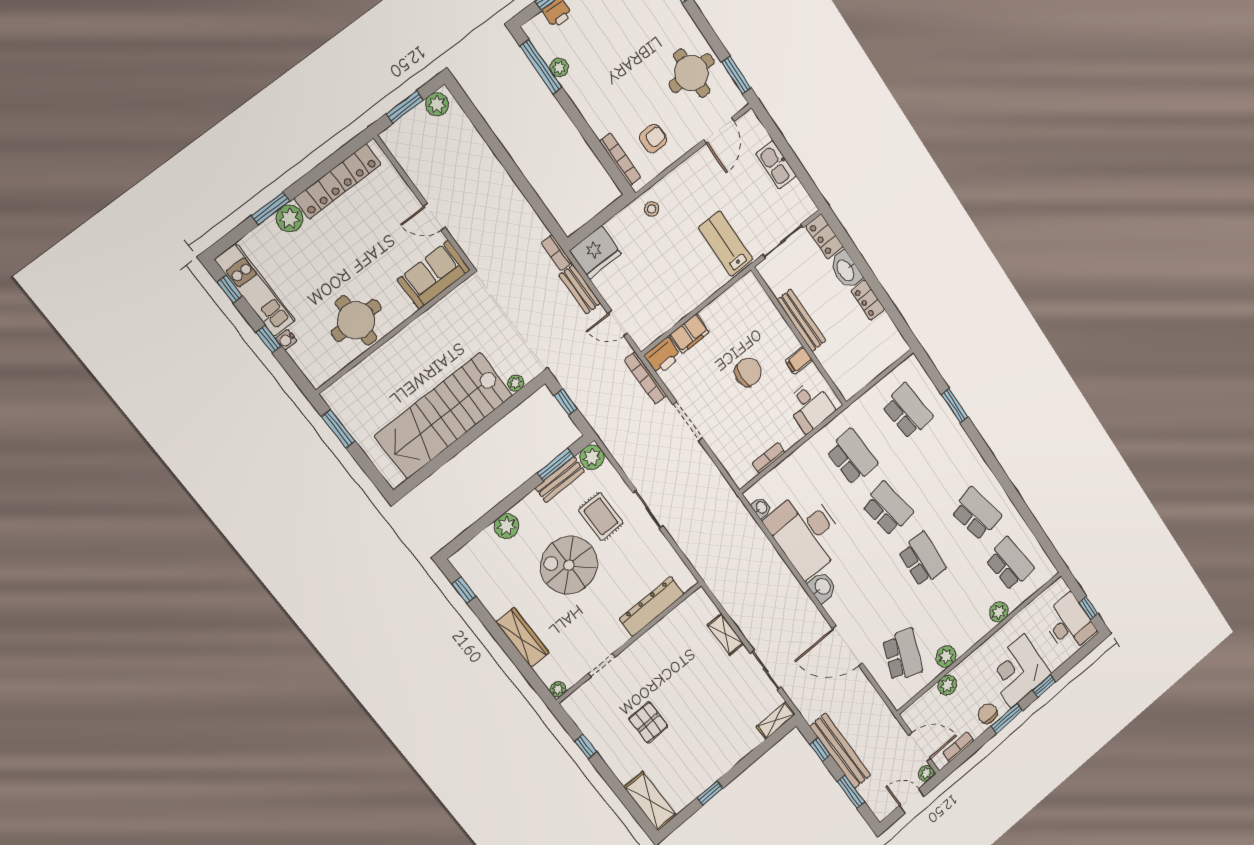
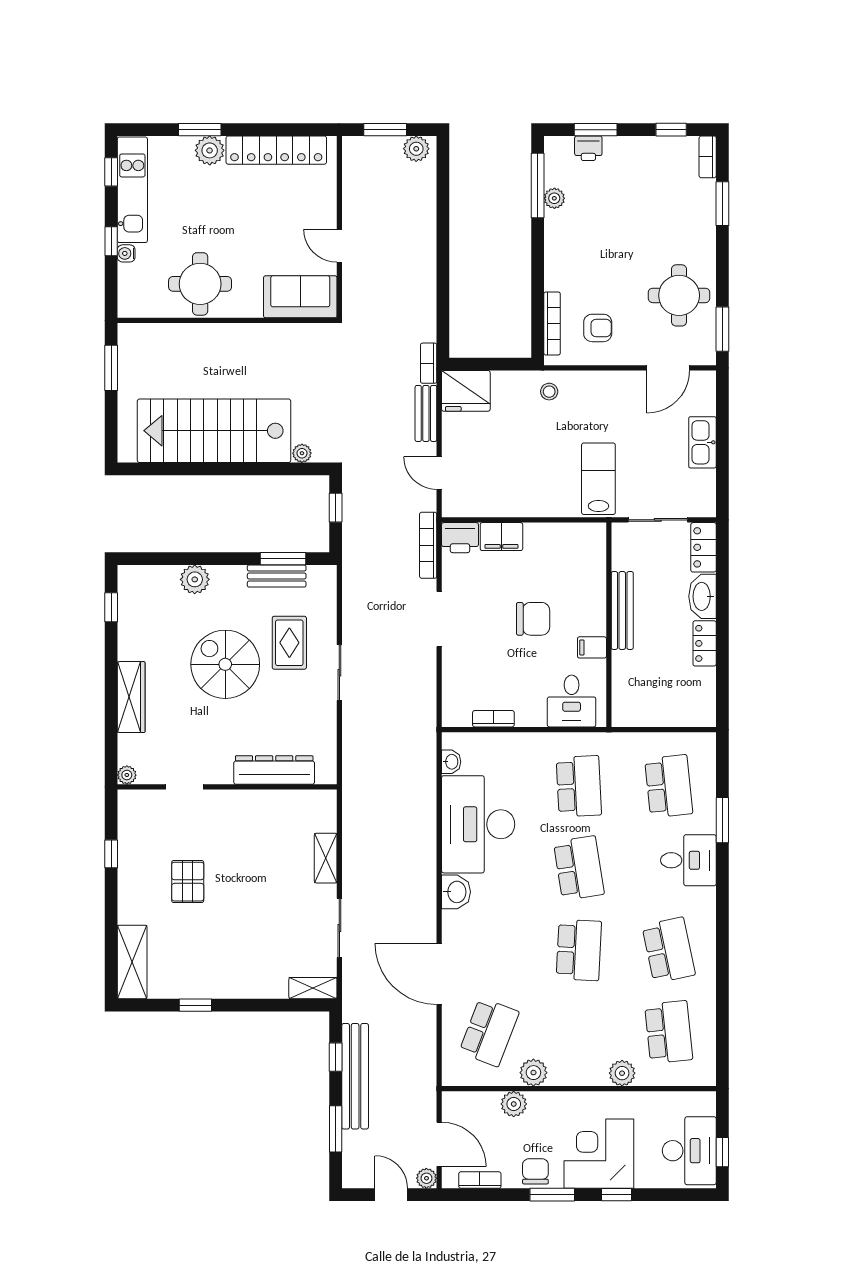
desk: (951, 448) -> (688, 860), added
plant: (592, 457) -> (322, 579), removed

